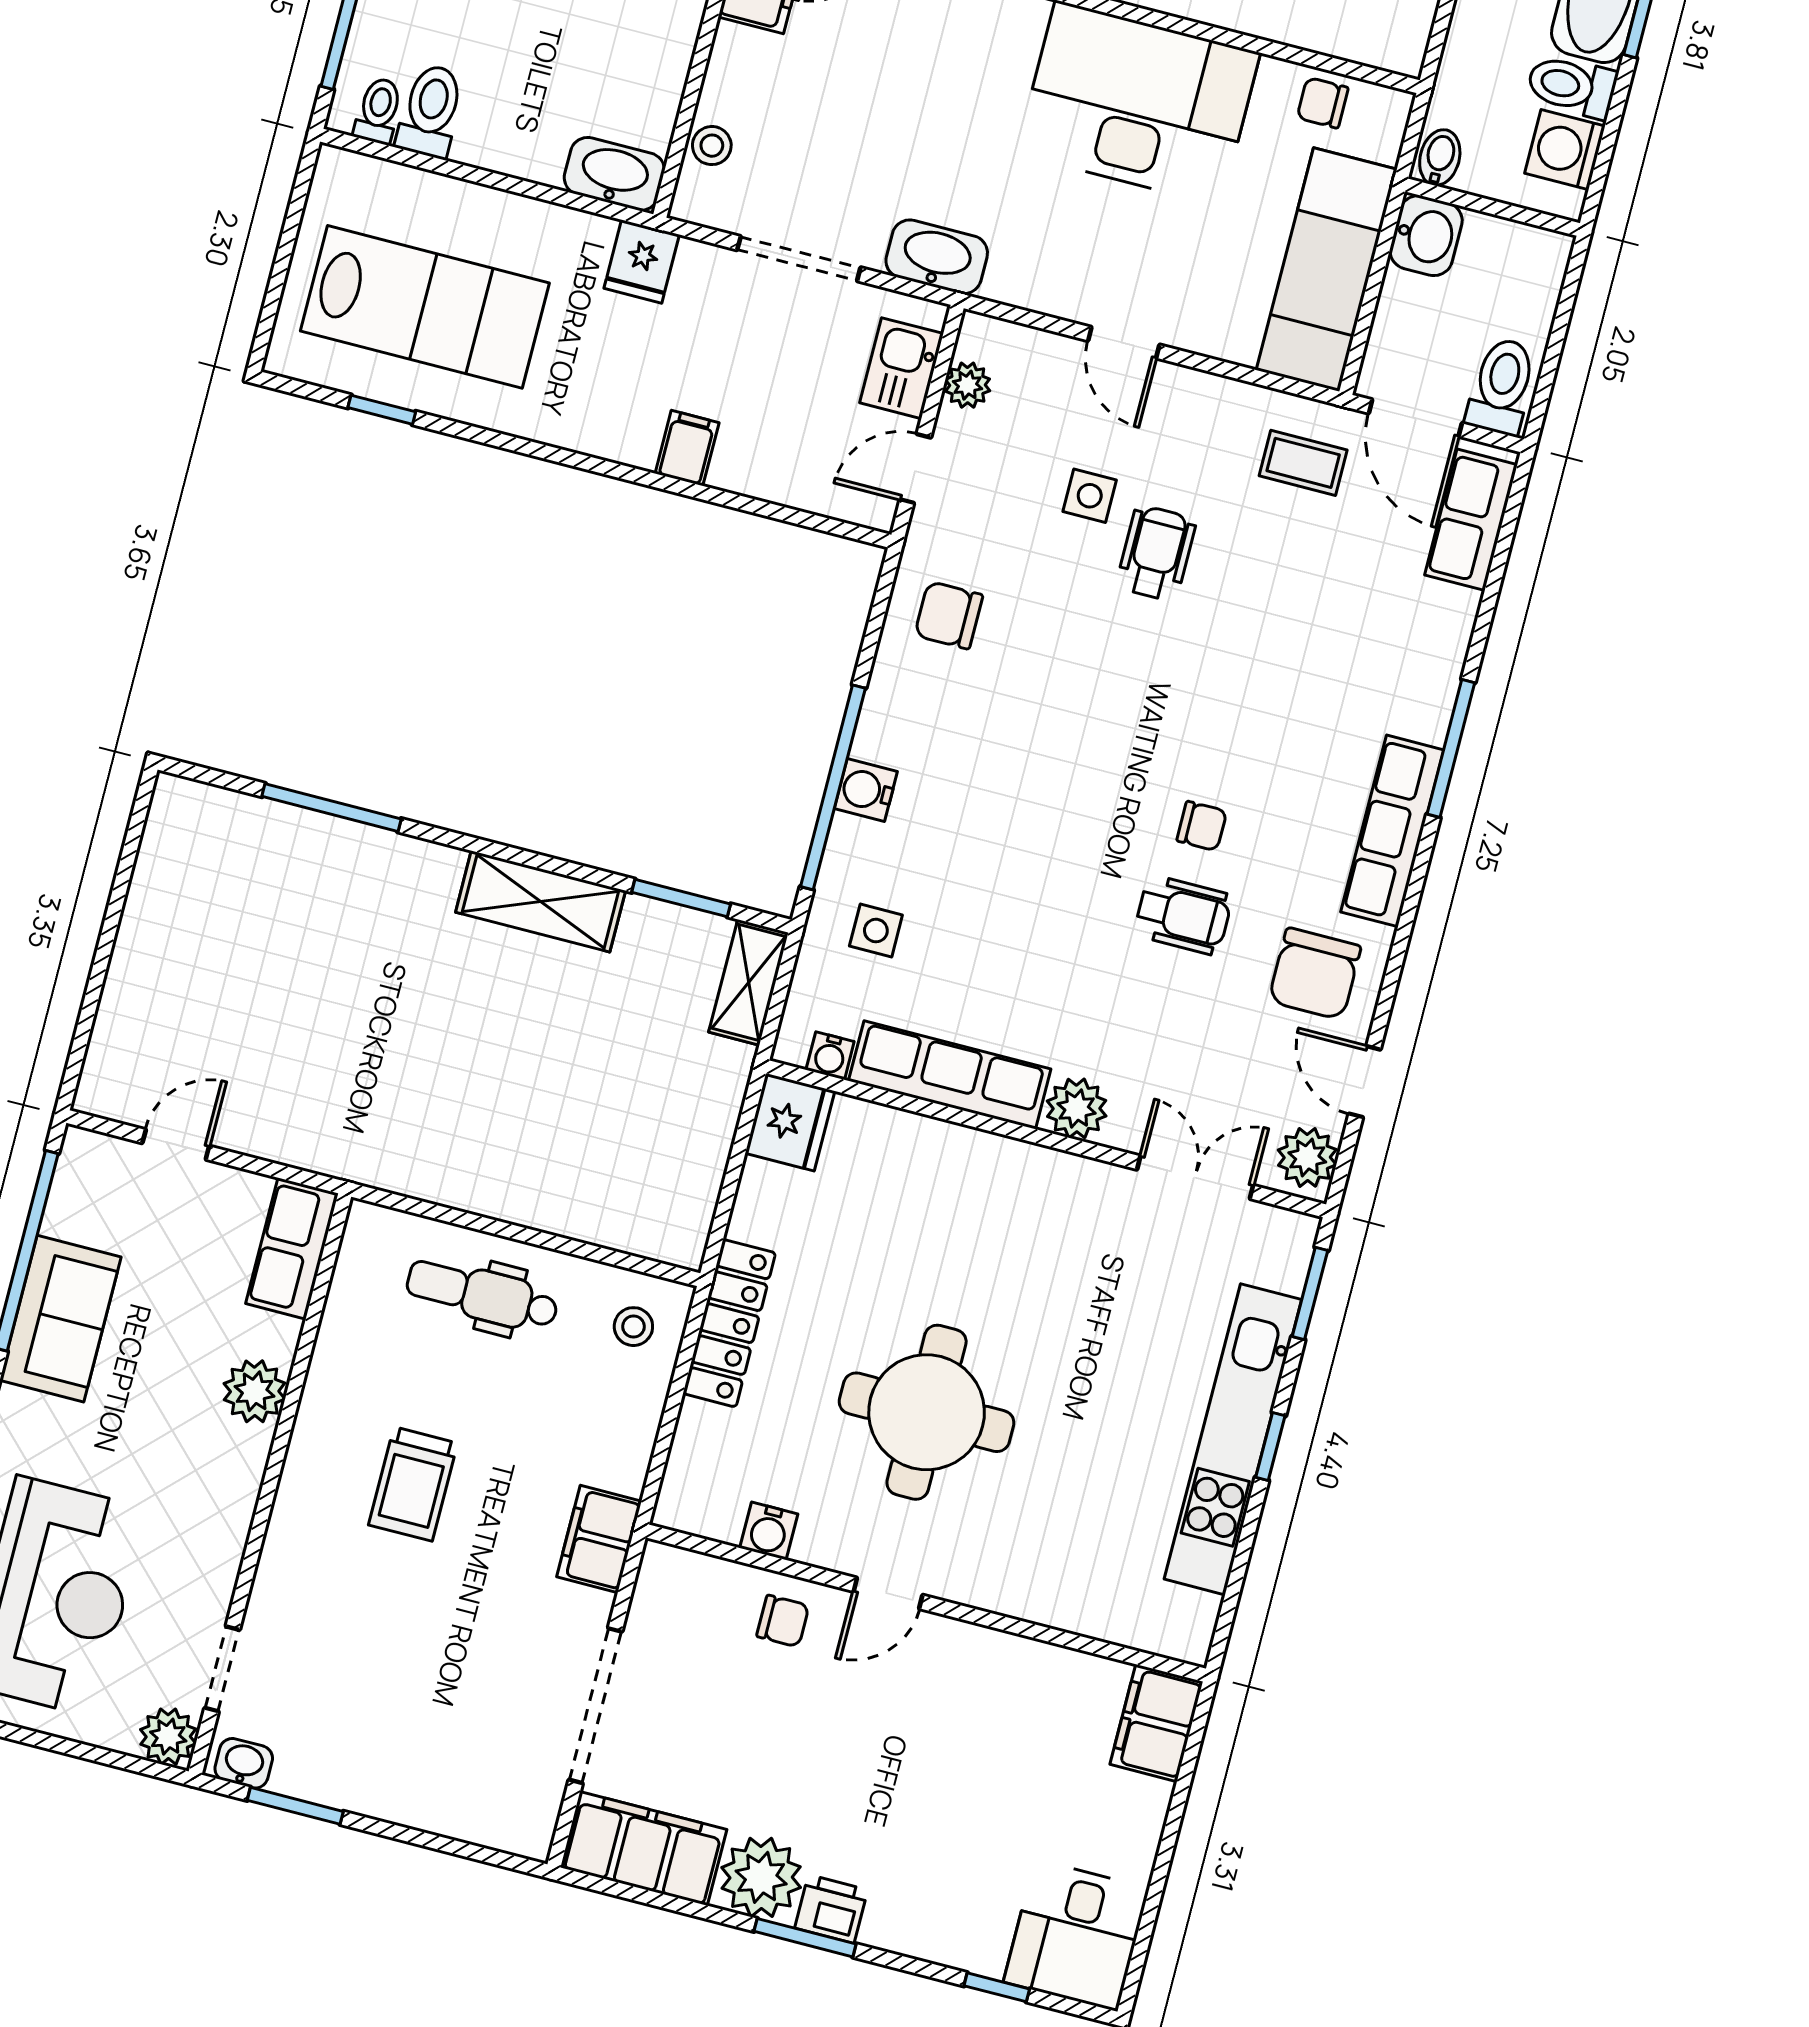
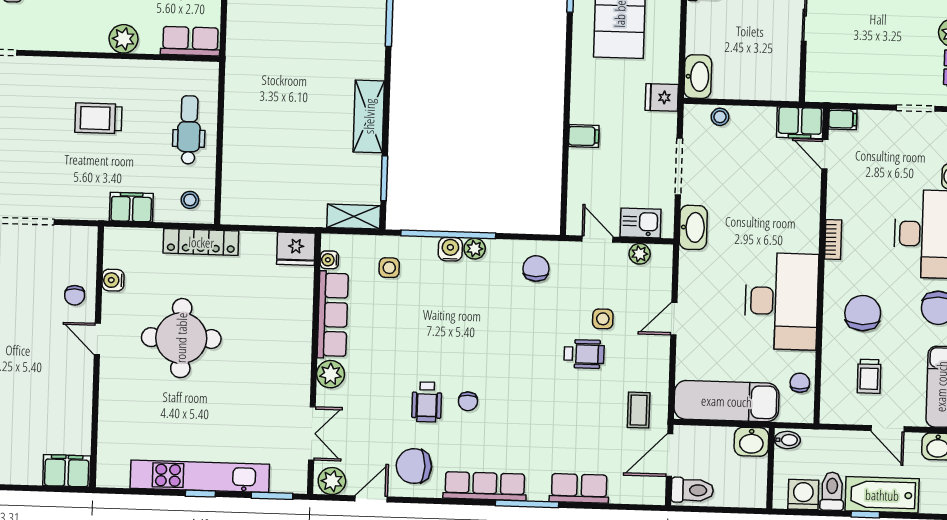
row of seats: (1471, 520) -> (579, 488), moved
plant: (876, 738) -> (475, 249), added
filing cabinet: (599, 1539) -> (131, 207), moved

